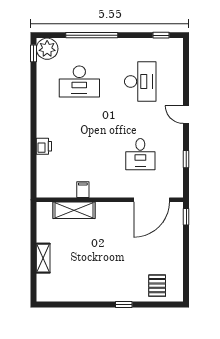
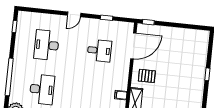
desk: (140, 81) -> (47, 45), turned -90
door: (152, 200) -> (133, 46), hinge flipped
pallet: (157, 286) -> (147, 76), moved

